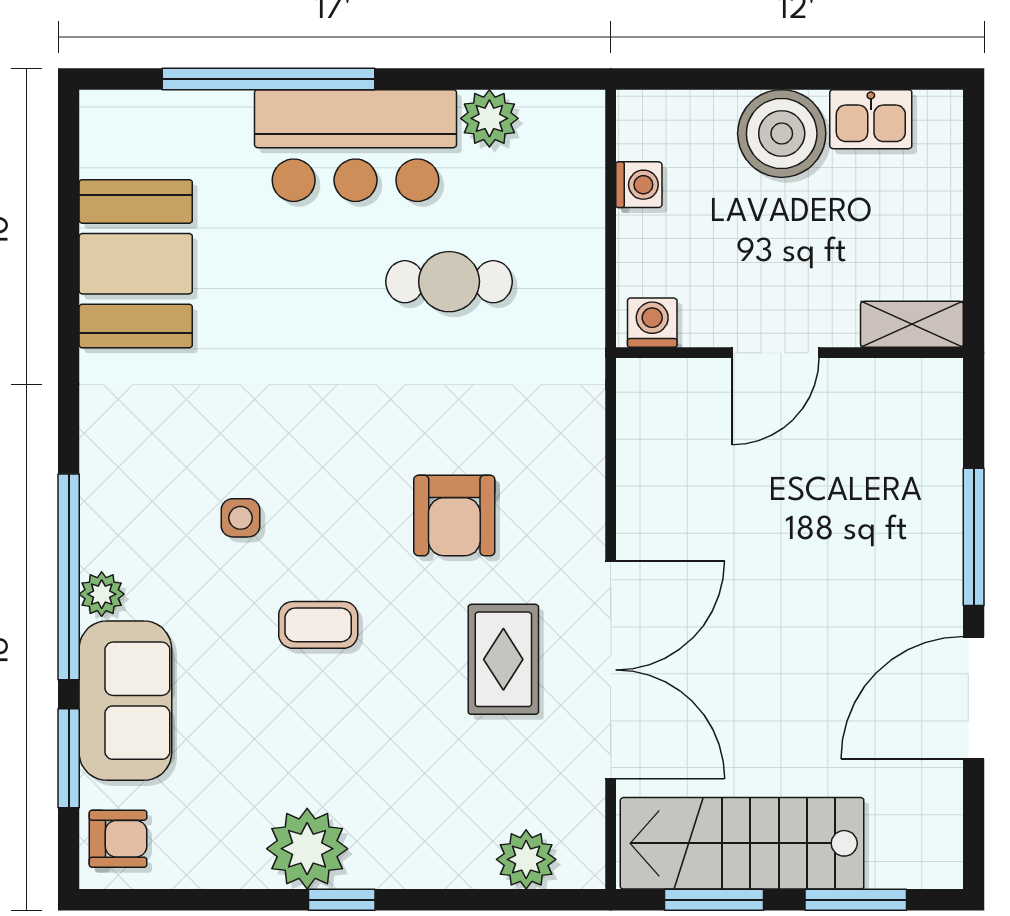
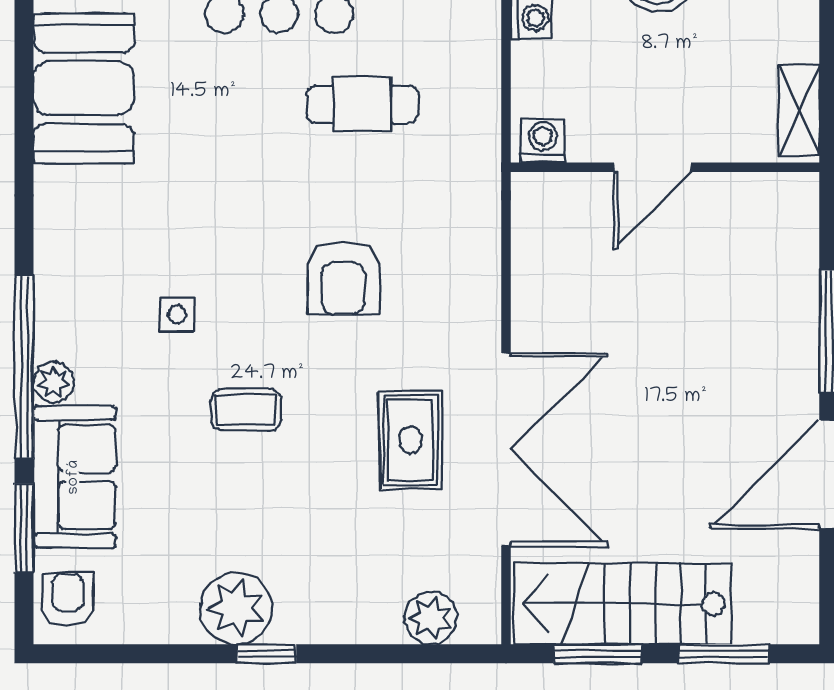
shelving: (912, 324) -> (799, 110), moved, turned 90
armchair: (454, 515) -> (343, 278), moved
armchair: (118, 839) -> (68, 600), turned -90

